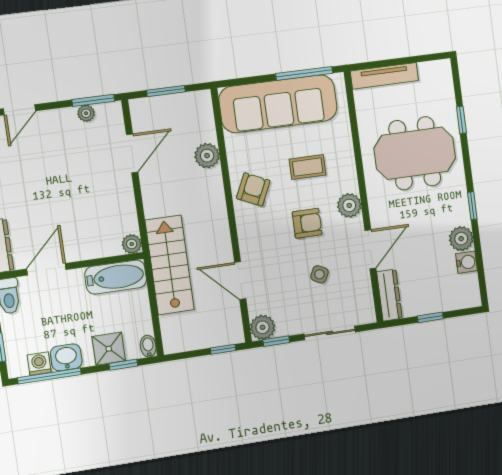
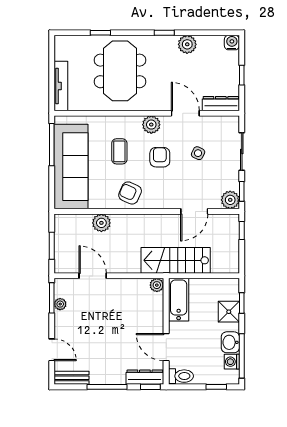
water cooler: (467, 262) -> (232, 43), moved
bidet: (148, 346) -> (231, 284), removed

